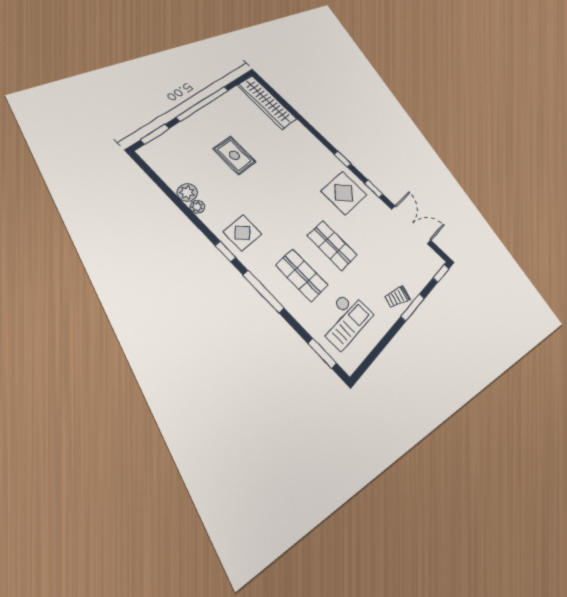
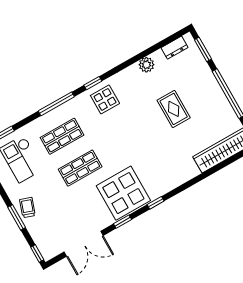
rug: (234, 155) -> (174, 109), turned 90
dresser: (159, 165) -> (175, 48), added
display table: (344, 193) -> (123, 193), width x1.36, depth x1.36
plant: (197, 207) -> (133, 70), removed

